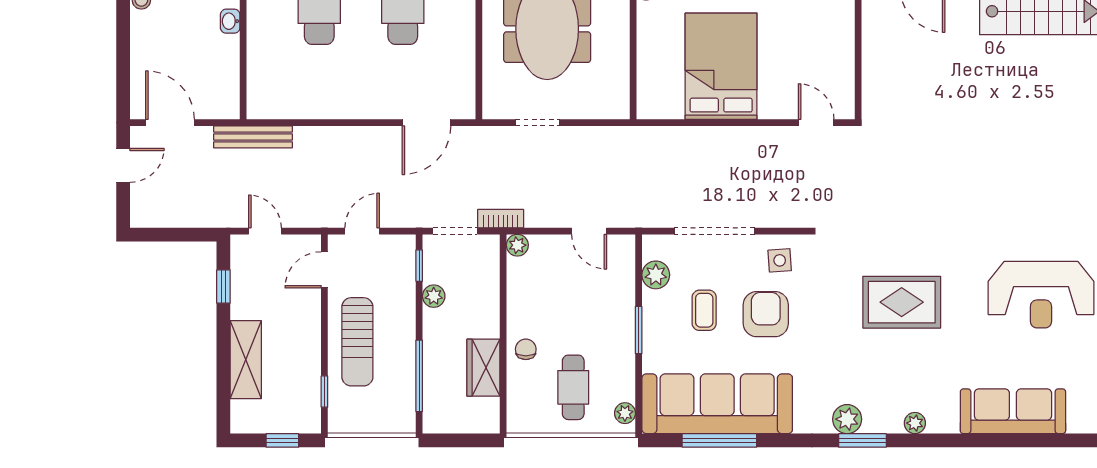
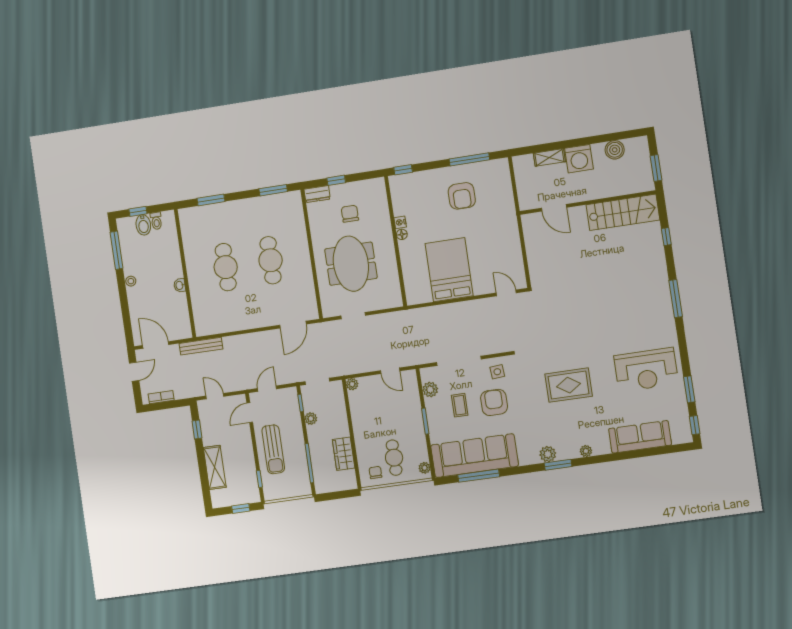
bookcase: (501, 219) -> (161, 397), moved
chair: (526, 349) -> (375, 472), moved

